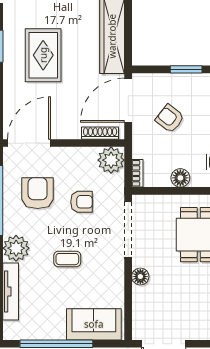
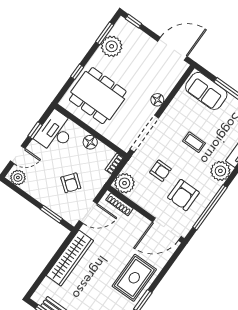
rug: (43, 55) -> (134, 278), moved
window: (186, 69) -> (51, 214), moved
door: (128, 100) -> (88, 212), width x0.73
armchair: (82, 202) -> (161, 171), turned 180

